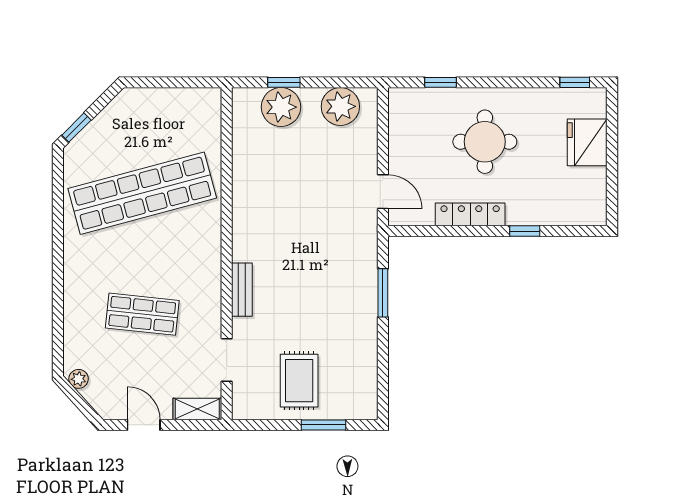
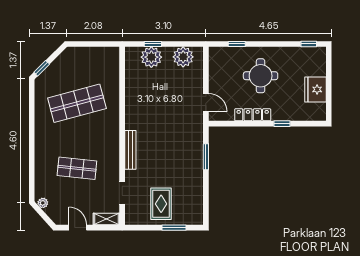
fridge: (587, 142) -> (315, 89), moved
shop shelf: (142, 193) -> (77, 103), width x0.71
bench: (242, 290) -> (130, 150), width x1.36

